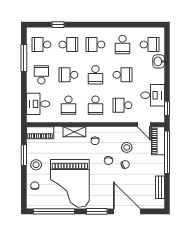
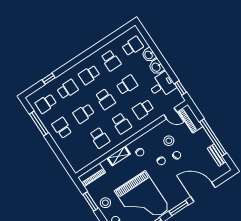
washbasin: (158, 76) -> (156, 67), added
desk: (38, 104) -> (75, 153), removed
window: (167, 152) -> (213, 137), moved

